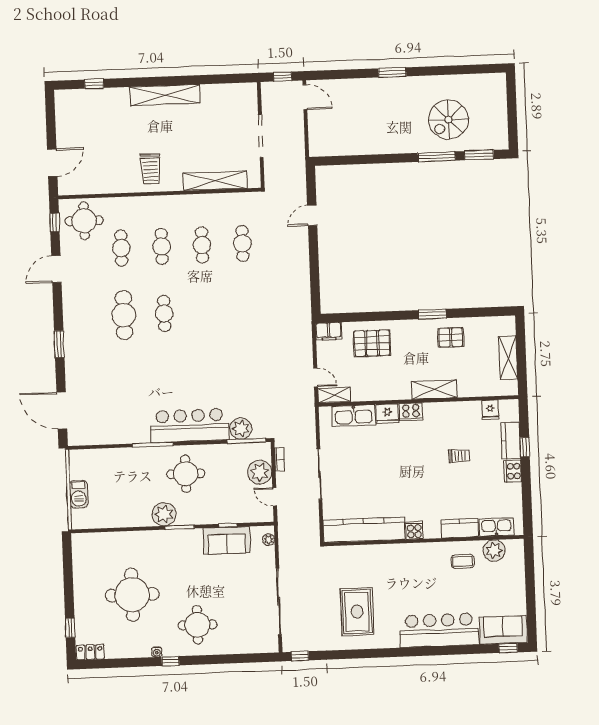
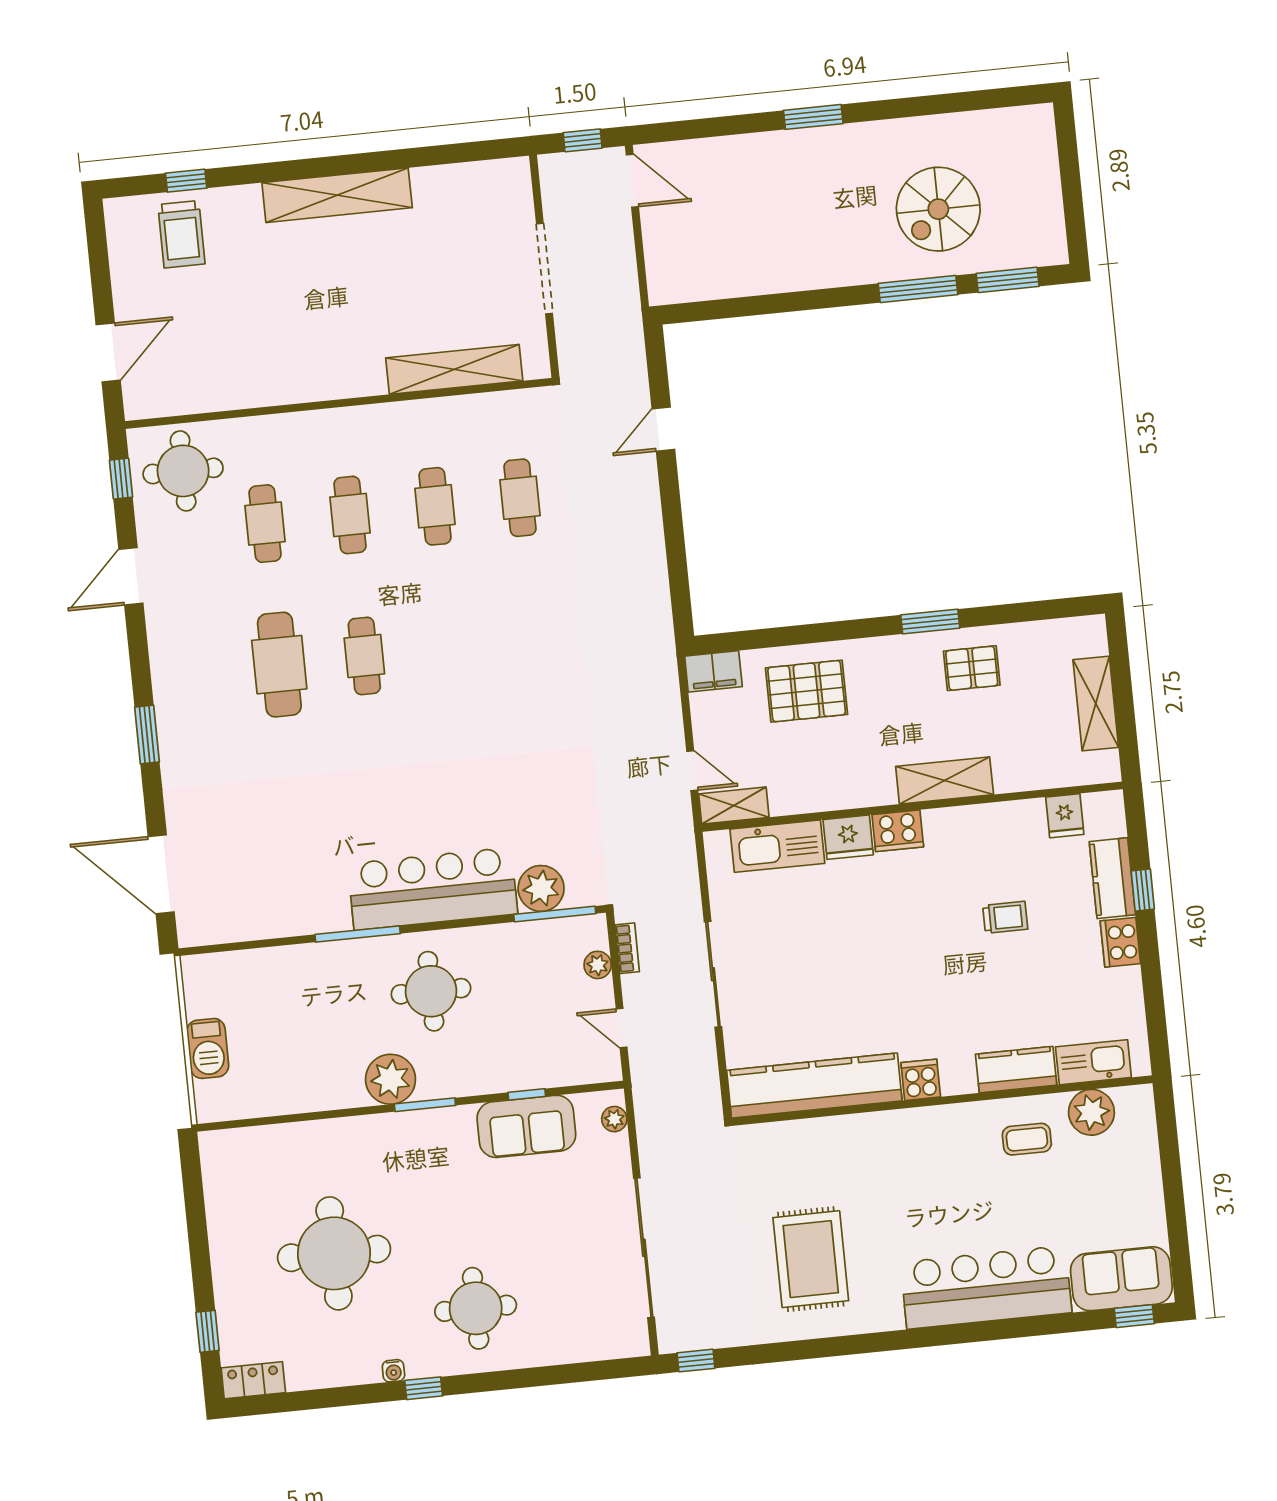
trolley: (150, 169) -> (181, 234), moved
plant: (260, 472) -> (598, 965), width x0.53, depth x0.53

